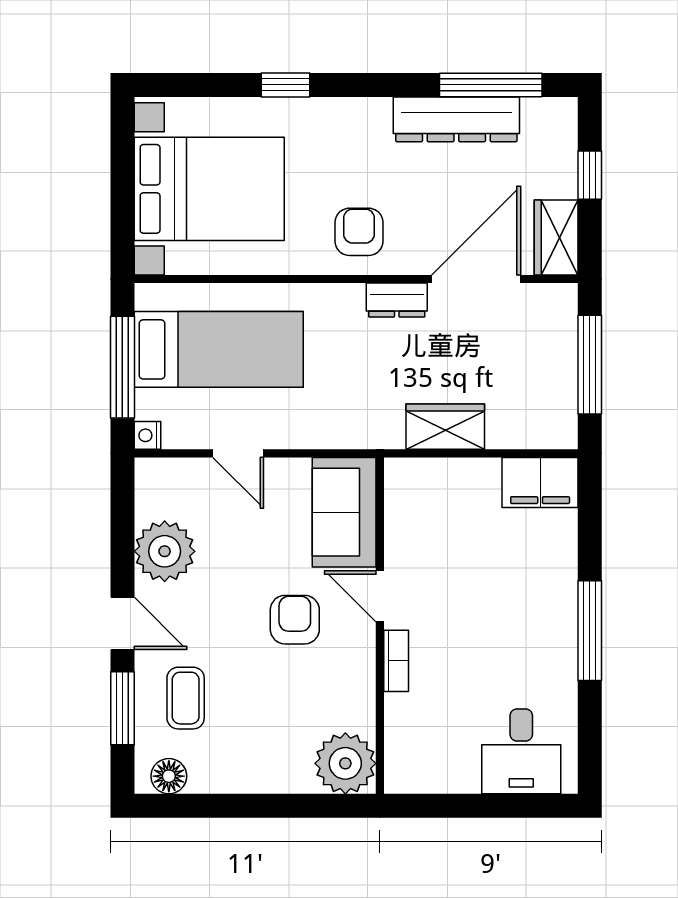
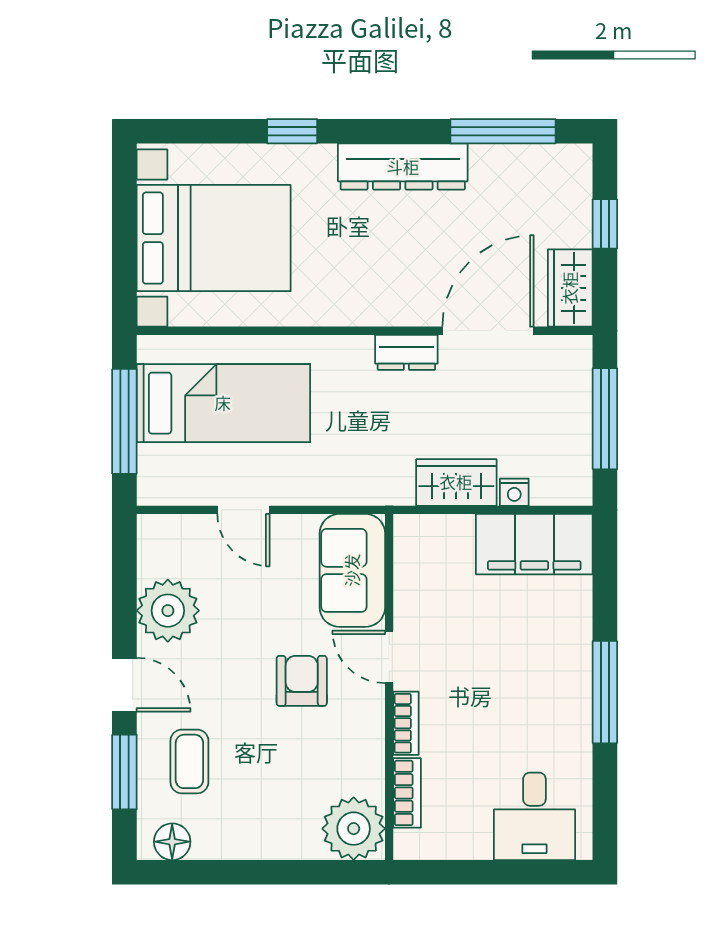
dresser: (456, 119) -> (403, 167), moved
armchair: (359, 232) -> (368, 282), removed
nightstand: (148, 435) -> (514, 492), moved, turned -90
filing cabinet: (540, 482) -> (534, 544), width x1.50, depth x1.17
bookcase: (397, 729) -> (407, 793), added

